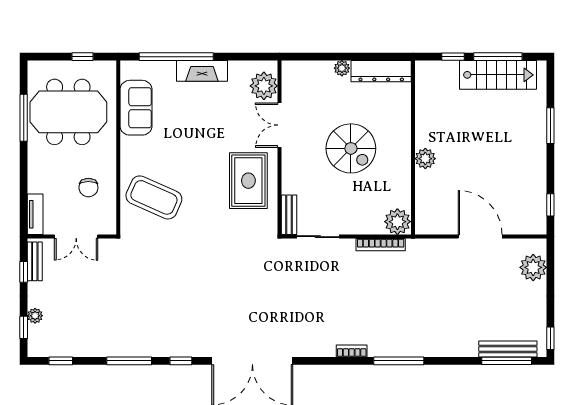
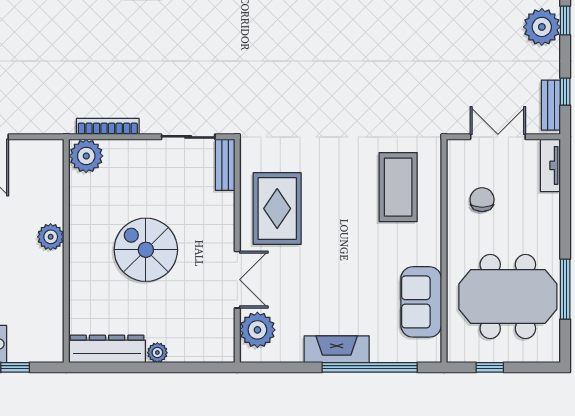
coffee table: (154, 197) -> (398, 187), turned 66
plant: (35, 316) -> (542, 27), width x1.87, depth x1.87

